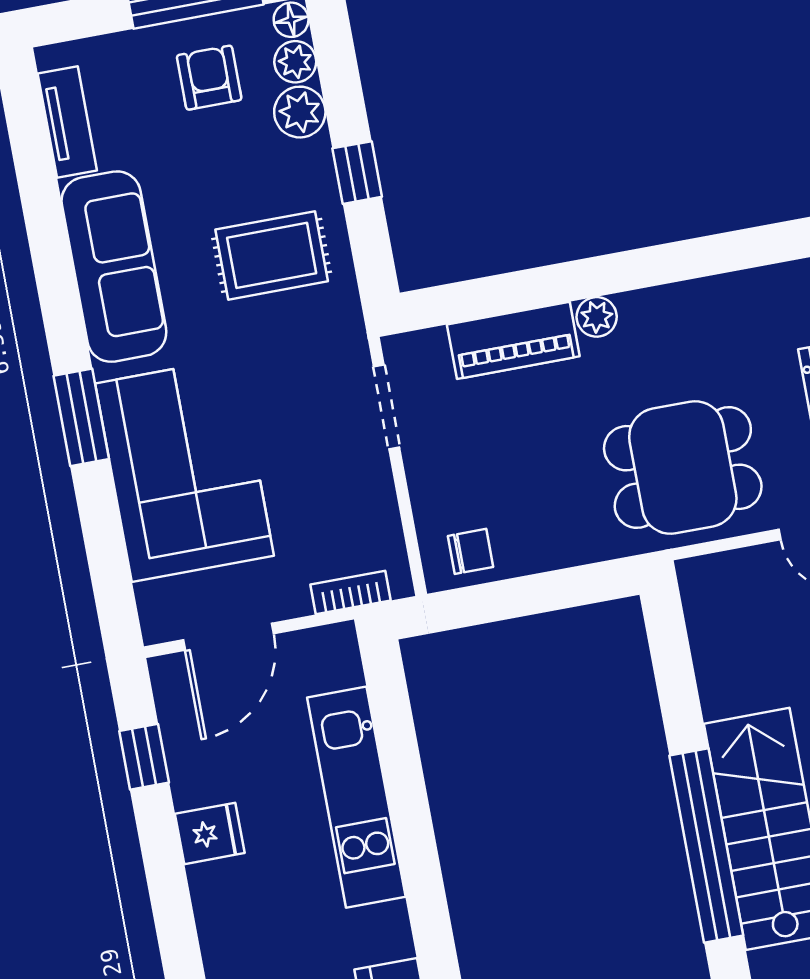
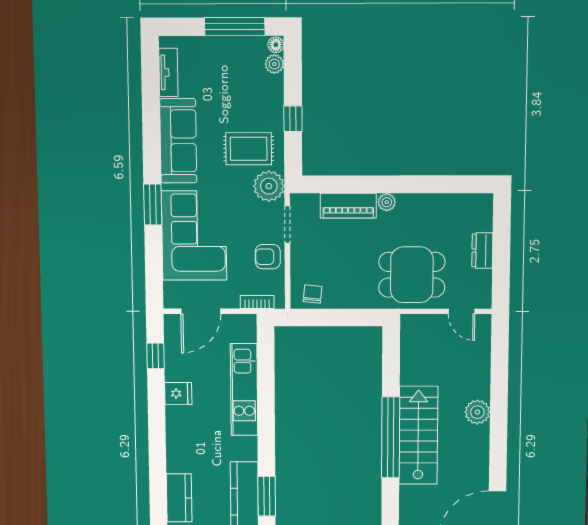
armchair: (209, 78) -> (268, 257), moved, turned -90
plant: (300, 112) -> (269, 186), moved, width x1.36, depth x1.36
chair: (471, 551) -> (313, 294), turned -84

